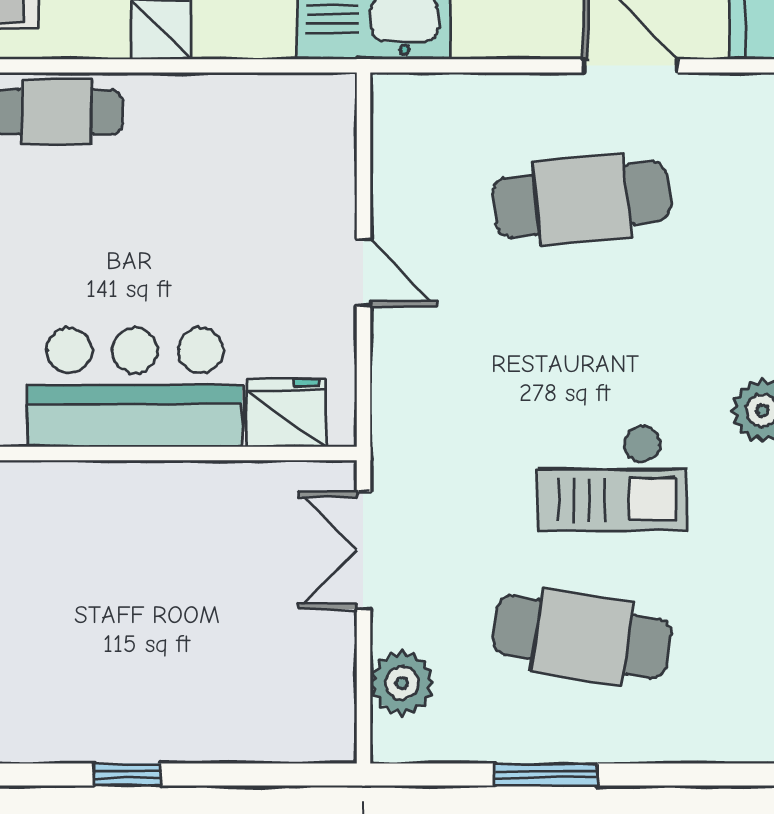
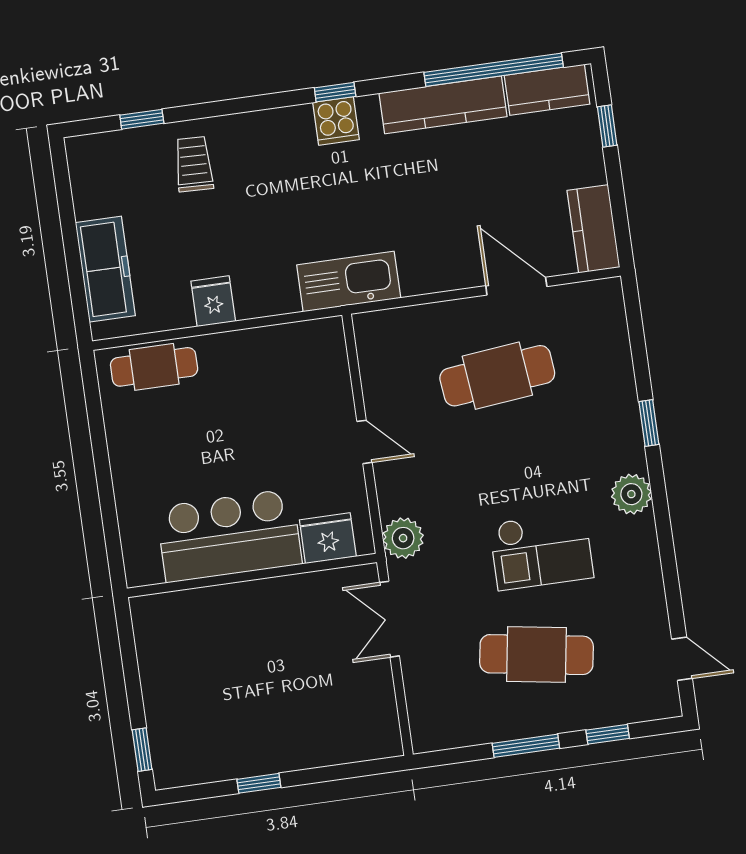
plant: (402, 683) -> (403, 538), moved
window: (674, 775) -> (608, 734), added

